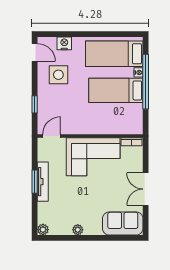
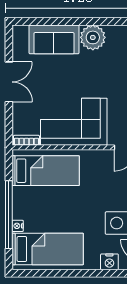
bed: (116, 90) -> (46, 171), moved
sofa: (123, 223) -> (54, 39), moved
plant: (78, 230) -> (93, 37), width x1.87, depth x1.87

